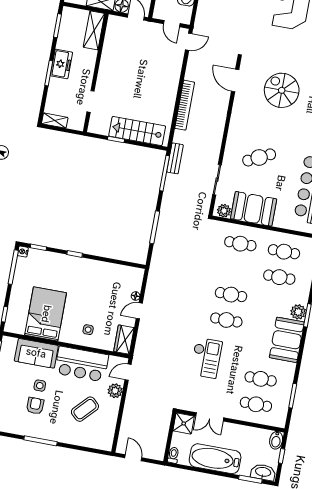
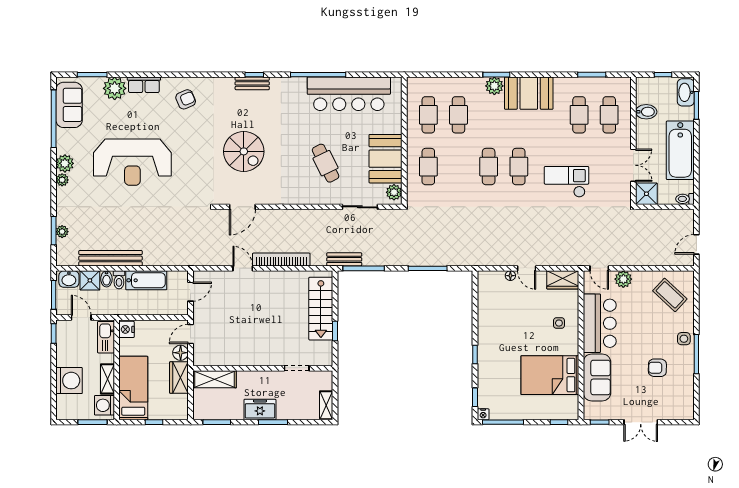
door: (189, 42) -> (243, 268), moved
spiral stairs: (282, 90) -> (244, 151), turned -90
side table: (40, 386) -> (684, 339), moved
coffee table: (85, 409) -> (670, 295), moved
bidet: (276, 440) -> (646, 112), moved

